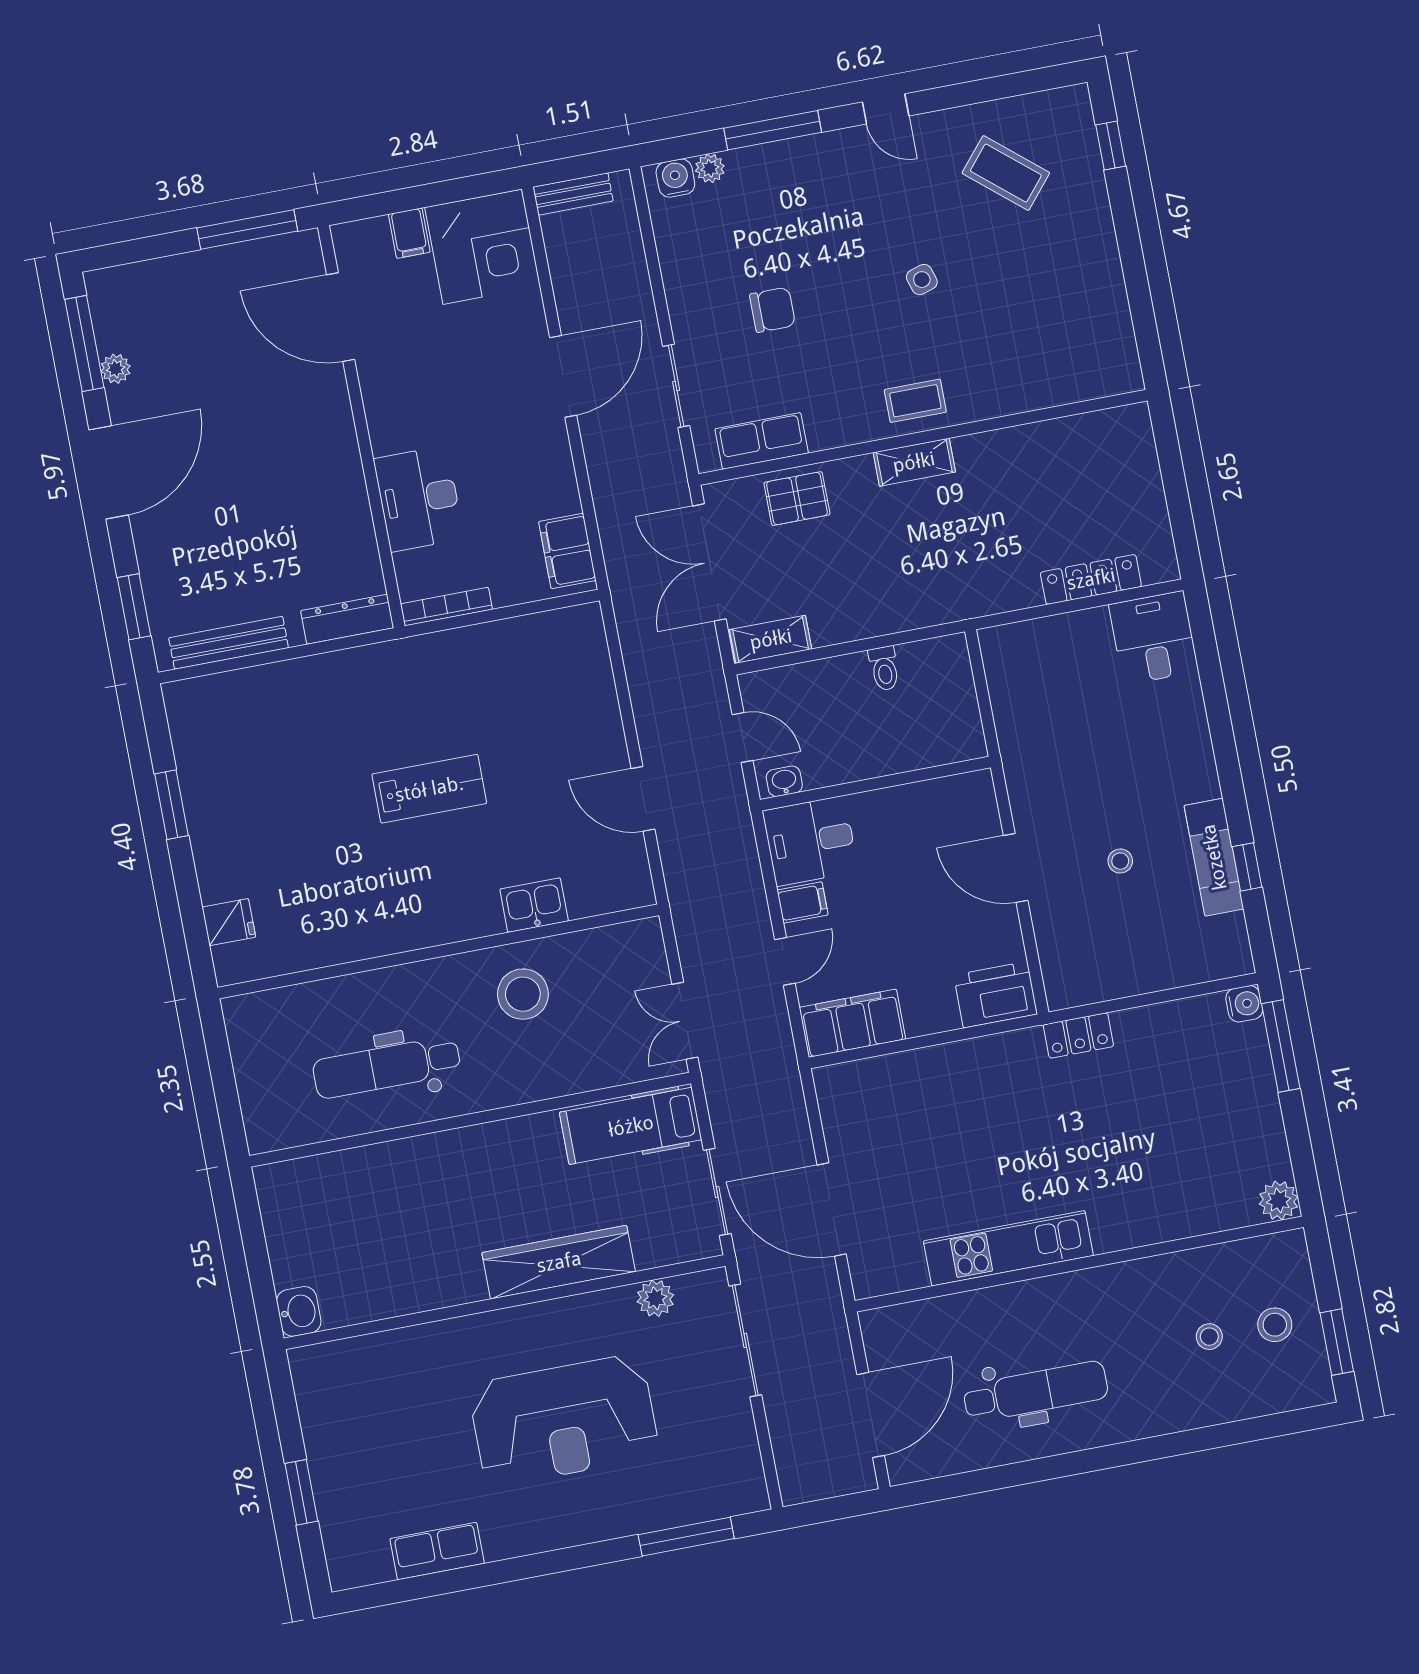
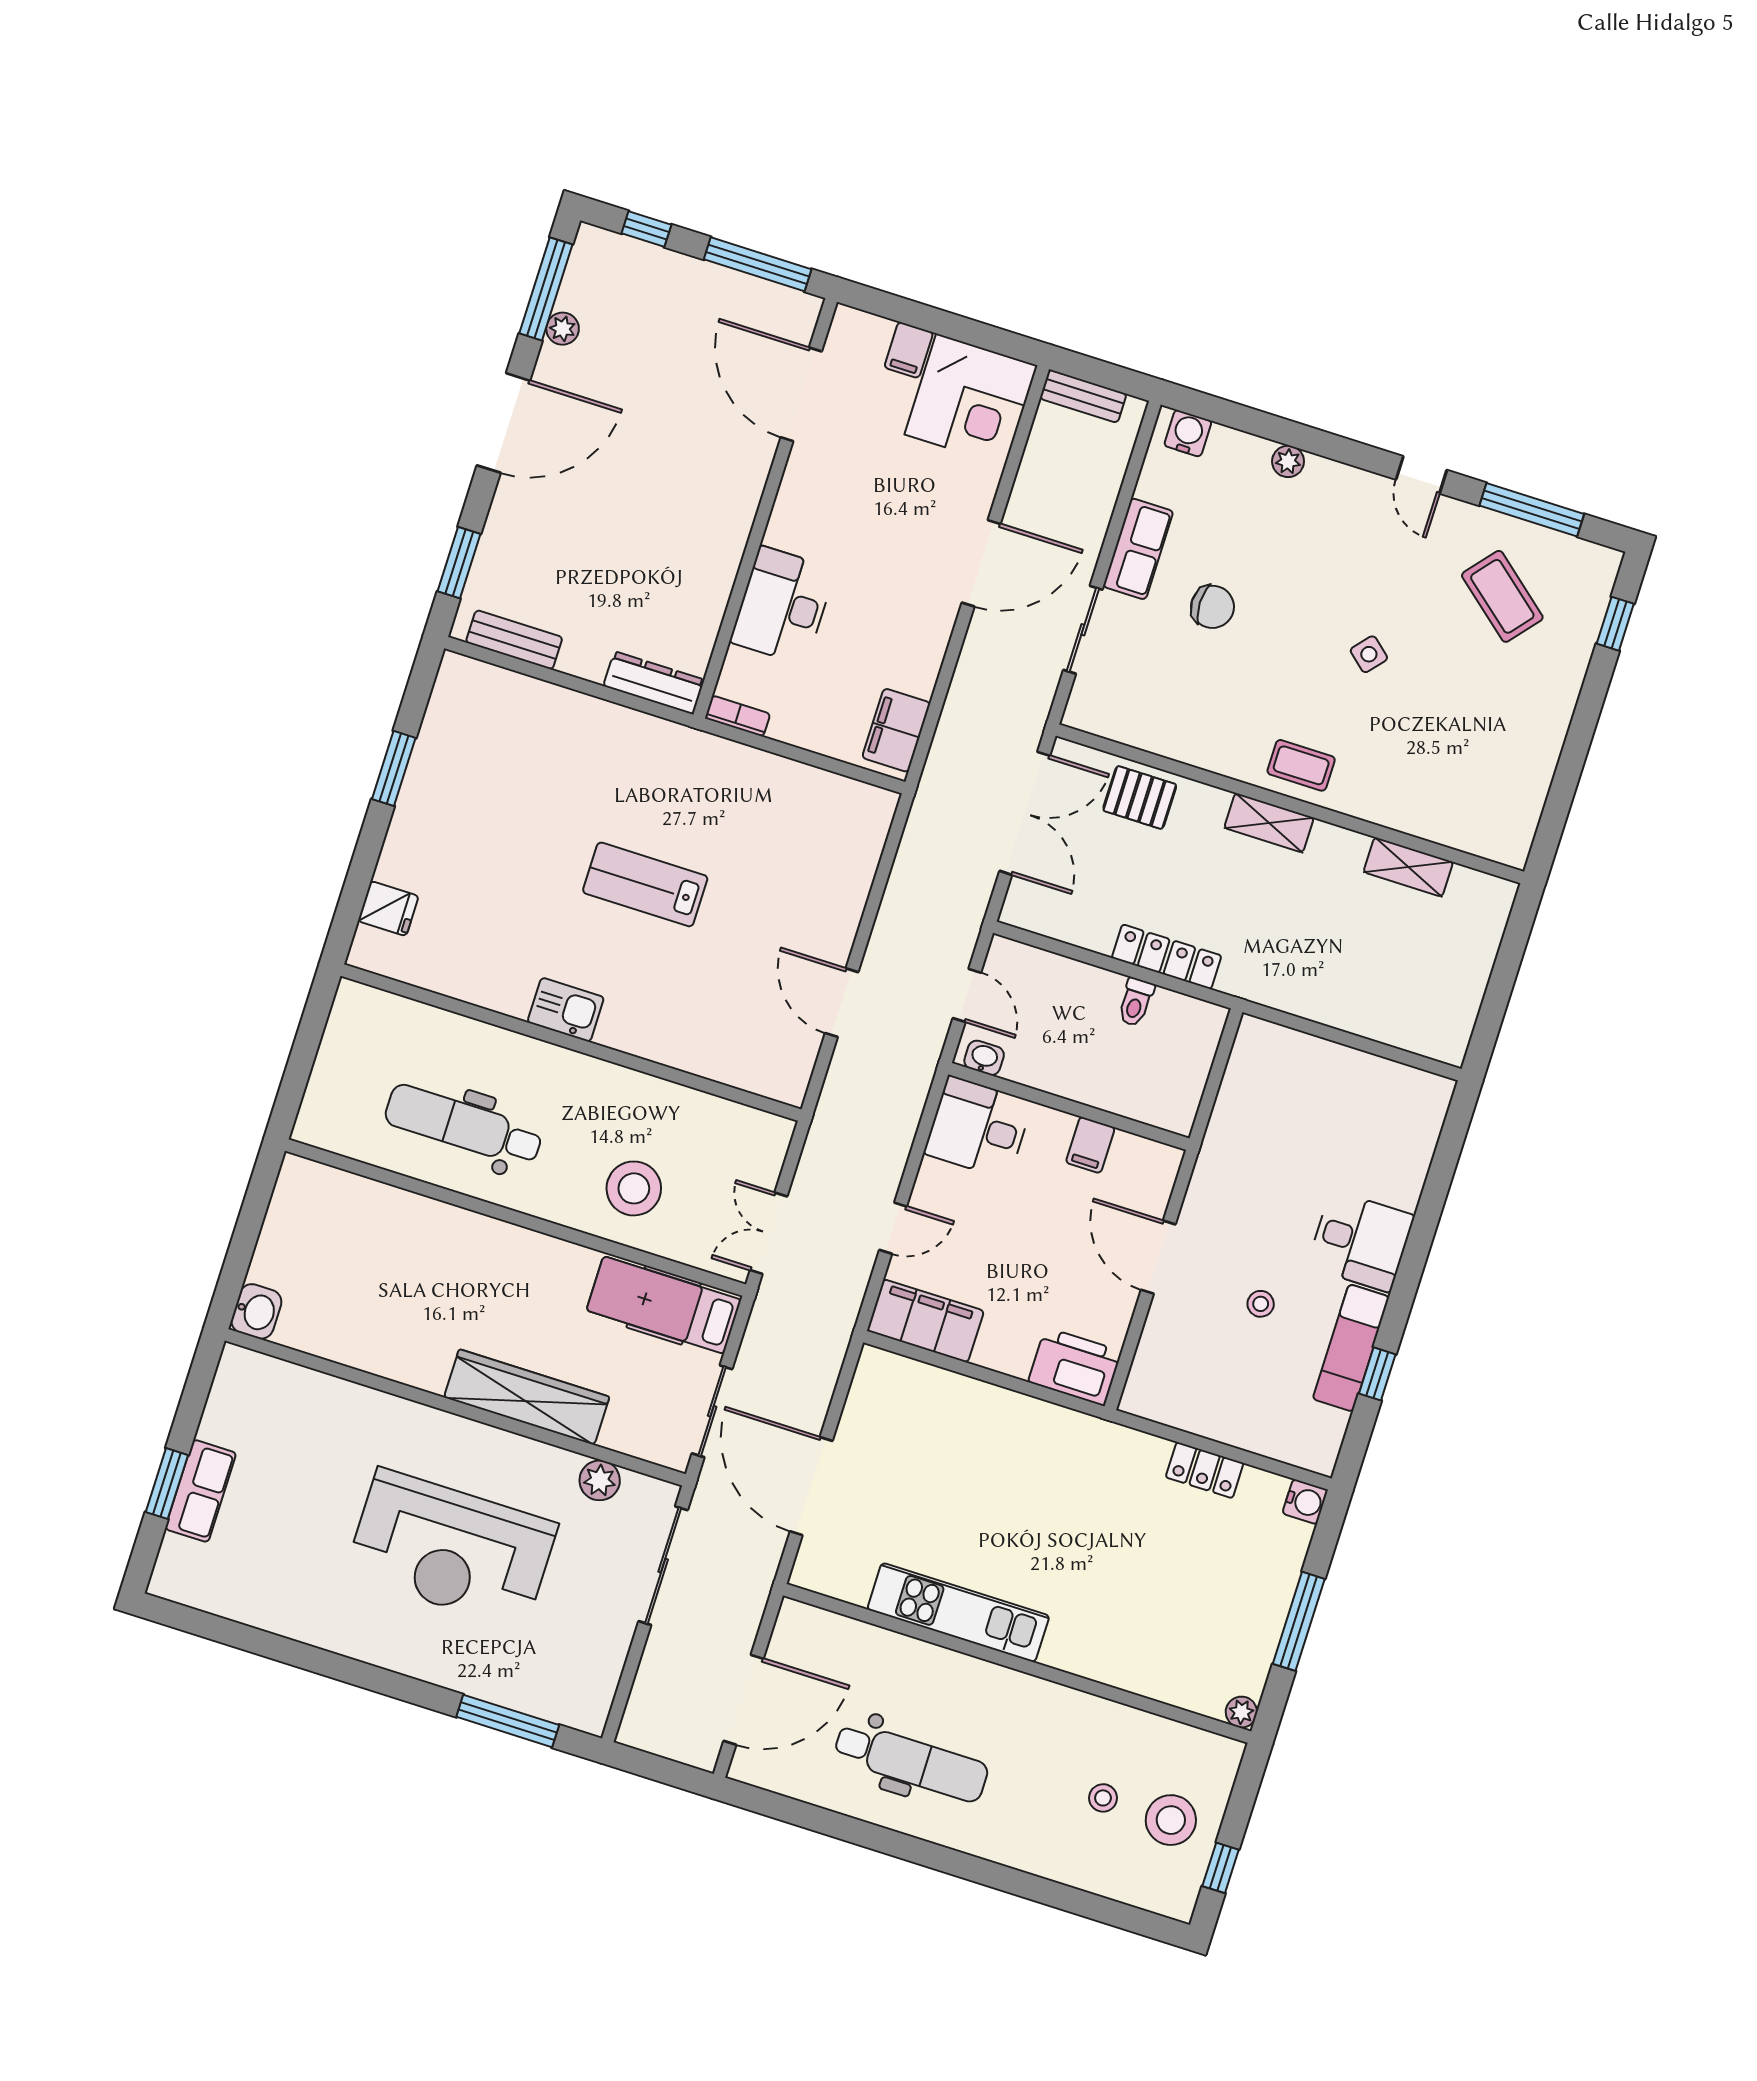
window: (773, 130) -> (1532, 510), moved
plant: (710, 168) -> (1288, 461), moved
window: (140, 250) -> (646, 229), added
side table: (922, 280) -> (1369, 654), turned -32
row of seats: (762, 441) -> (1138, 549), moved, turned 90
double door: (709, 562) -> (1025, 813), swing flipped
locker: (1091, 579) -> (1167, 957), moved
bookcase: (446, 607) -> (737, 716), width x0.64
desk: (1154, 638) -> (1361, 1241), moved, turned 90
shelving: (771, 639) -> (1408, 867), moved
bench: (229, 643) -> (514, 640), width x0.73
lab bench: (429, 789) -> (645, 884), turned 180
filing cabinet: (803, 903) -> (1090, 1145), moved, turned 90
kitchen sink: (534, 905) -> (566, 1010), moved
stool: (523, 994) -> (634, 1188), moved
locker: (1078, 1035) -> (1205, 1470), moved
window: (1281, 1046) -> (1299, 1621), moved
plant: (1279, 1200) -> (1241, 1712), width x0.73, depth x0.73
stool: (1275, 1325) -> (1171, 1820), width x1.38, depth x1.38
window: (1337, 1342) -> (1221, 1868), width x0.67
row of seats: (437, 1551) -> (201, 1491), moved, turned 90

